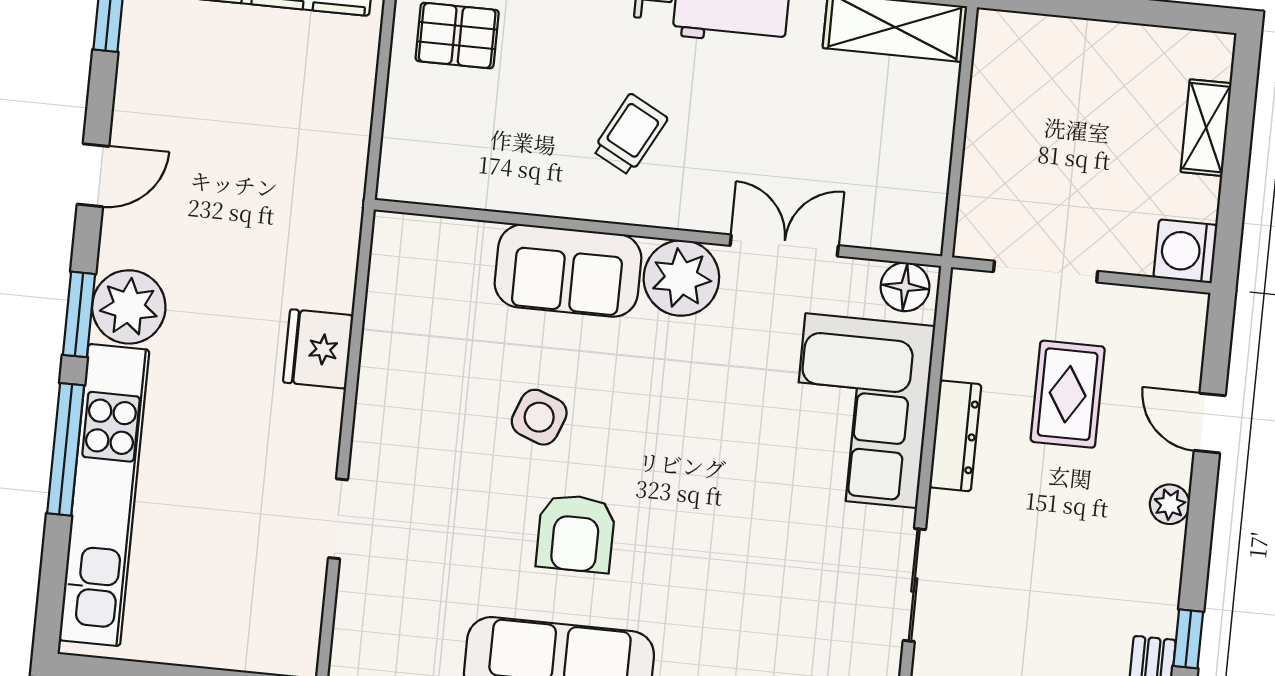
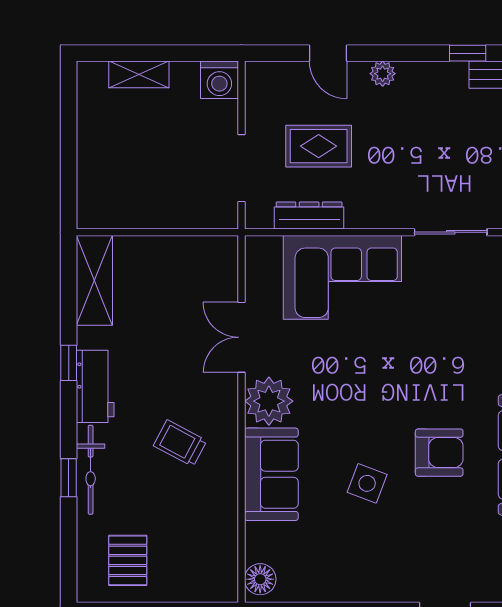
floor lamp: (905, 287) -> (260, 579), moved
door: (1210, 423) -> (328, 53), hinge flipped
dresser: (955, 436) -> (309, 216), moved

